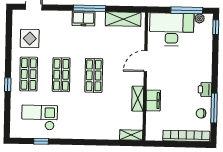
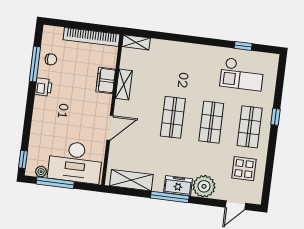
plant: (62, 20) -> (204, 186), added
bookcase: (186, 136) -> (91, 37), moved

